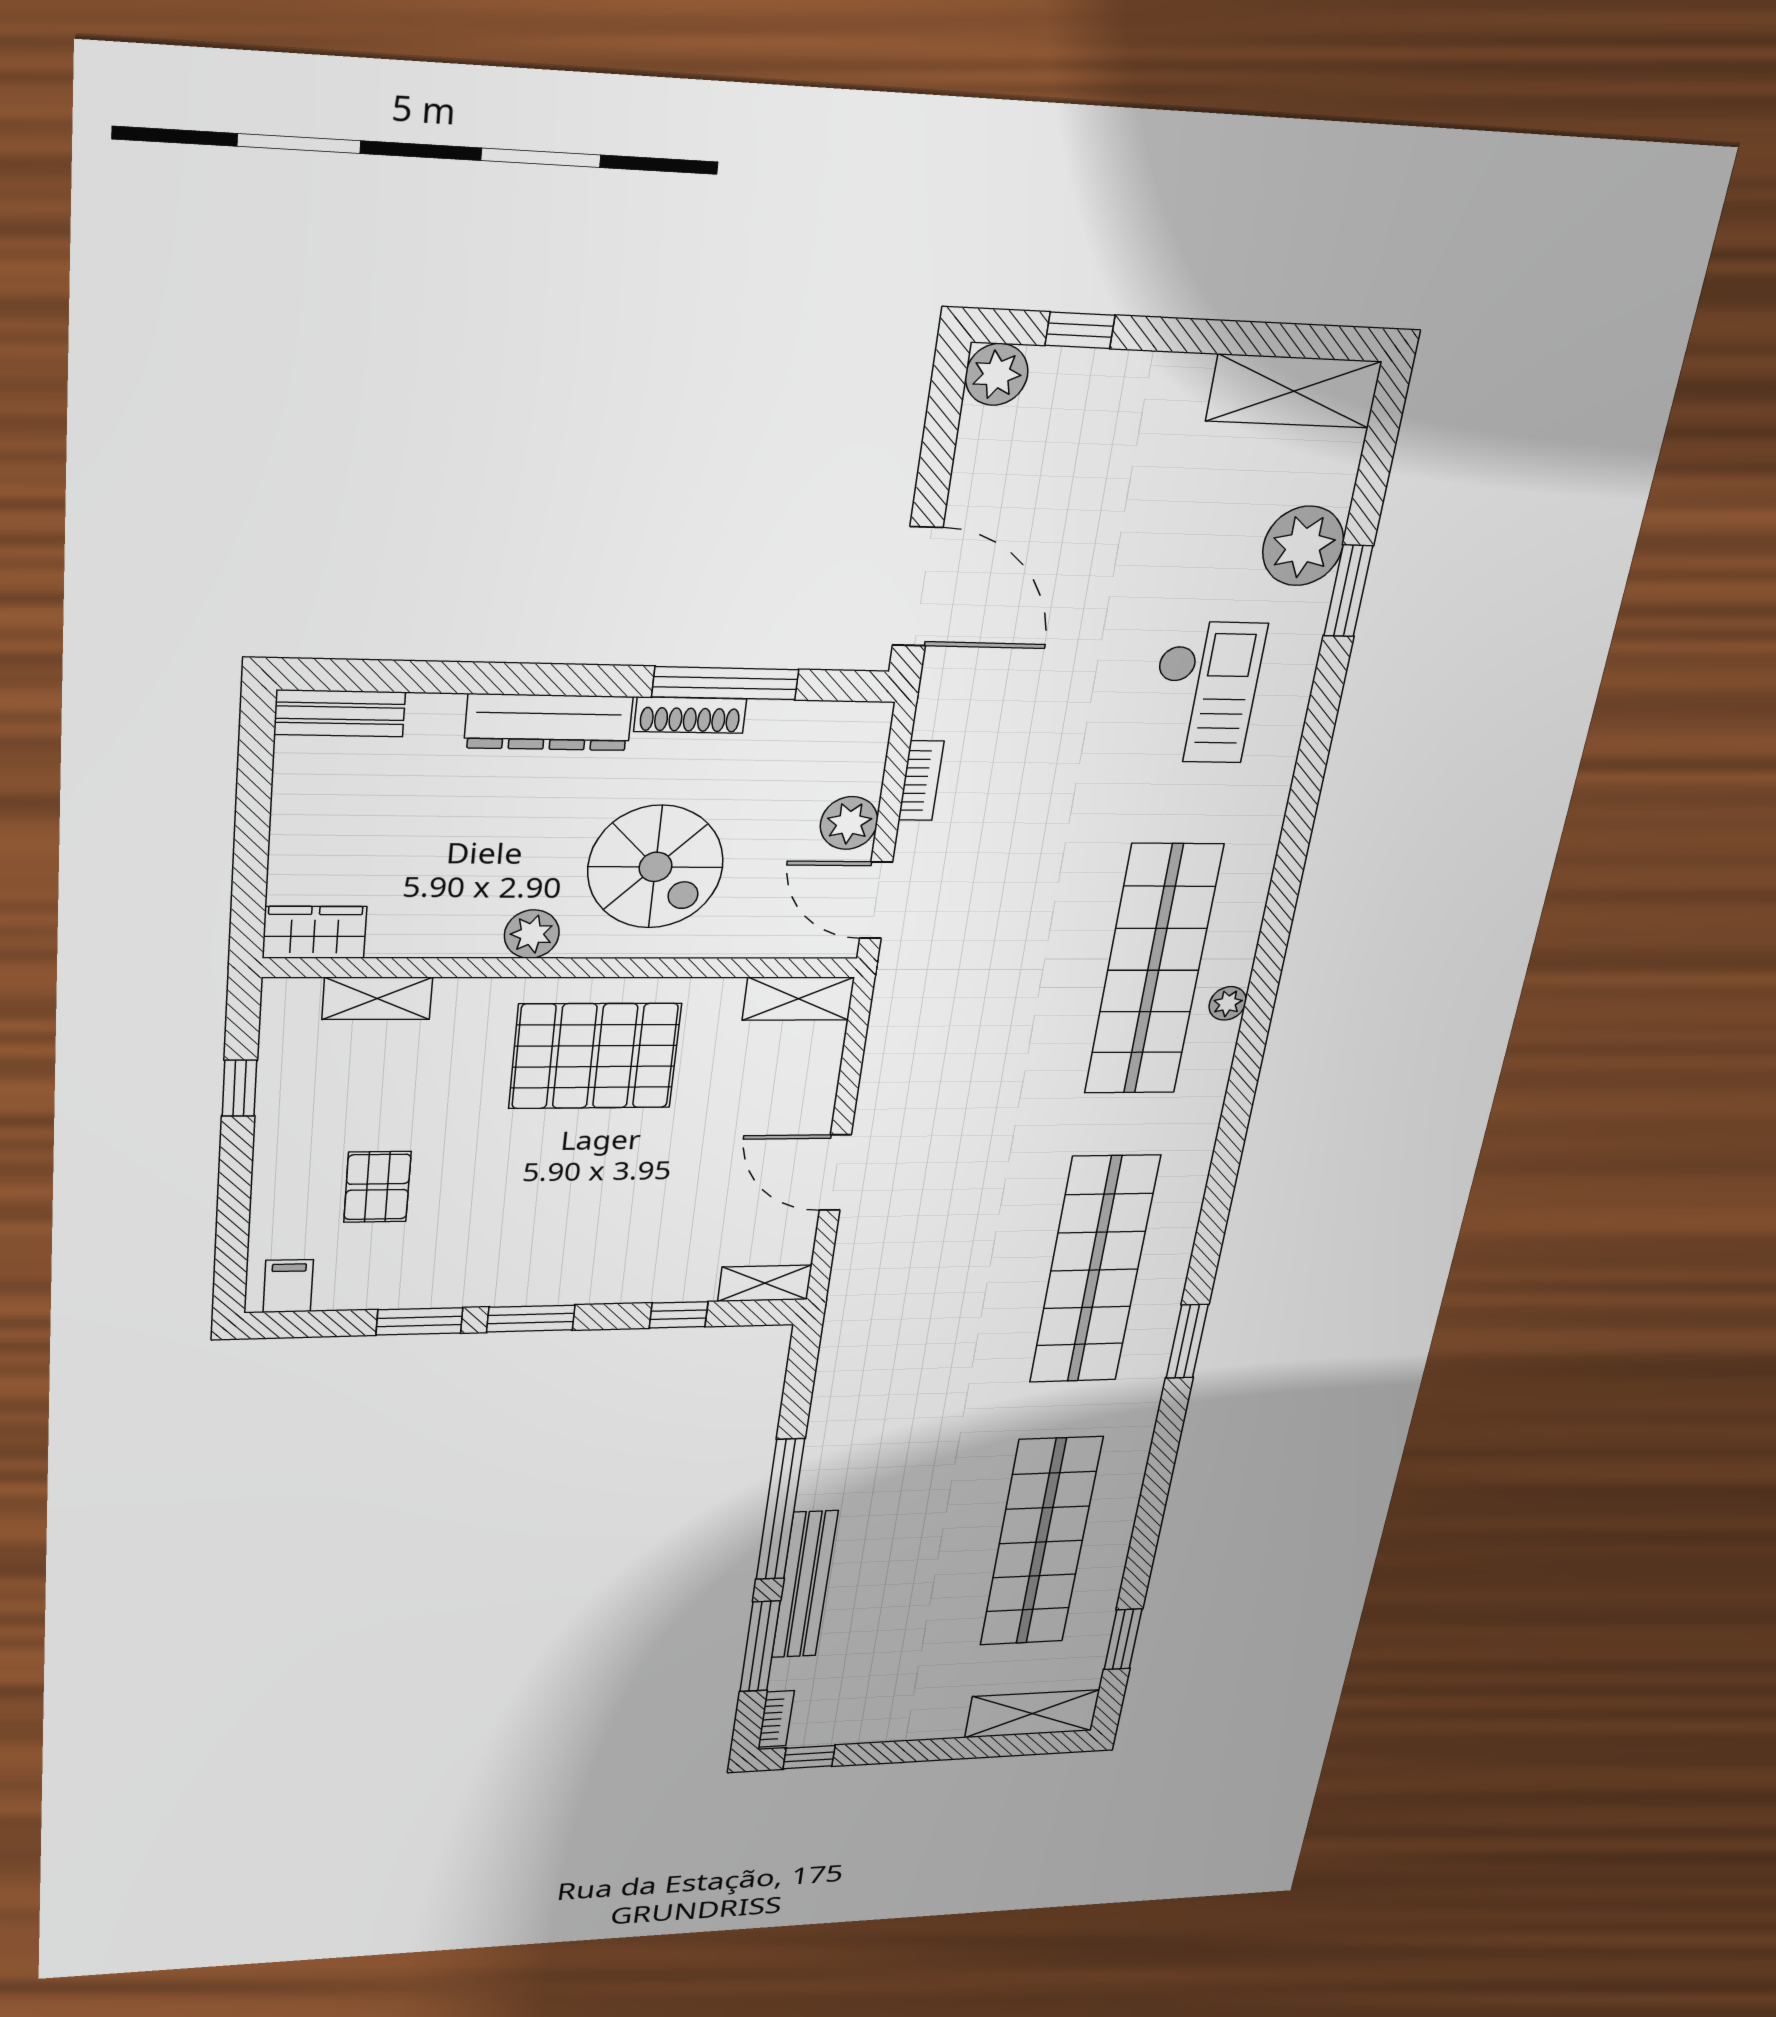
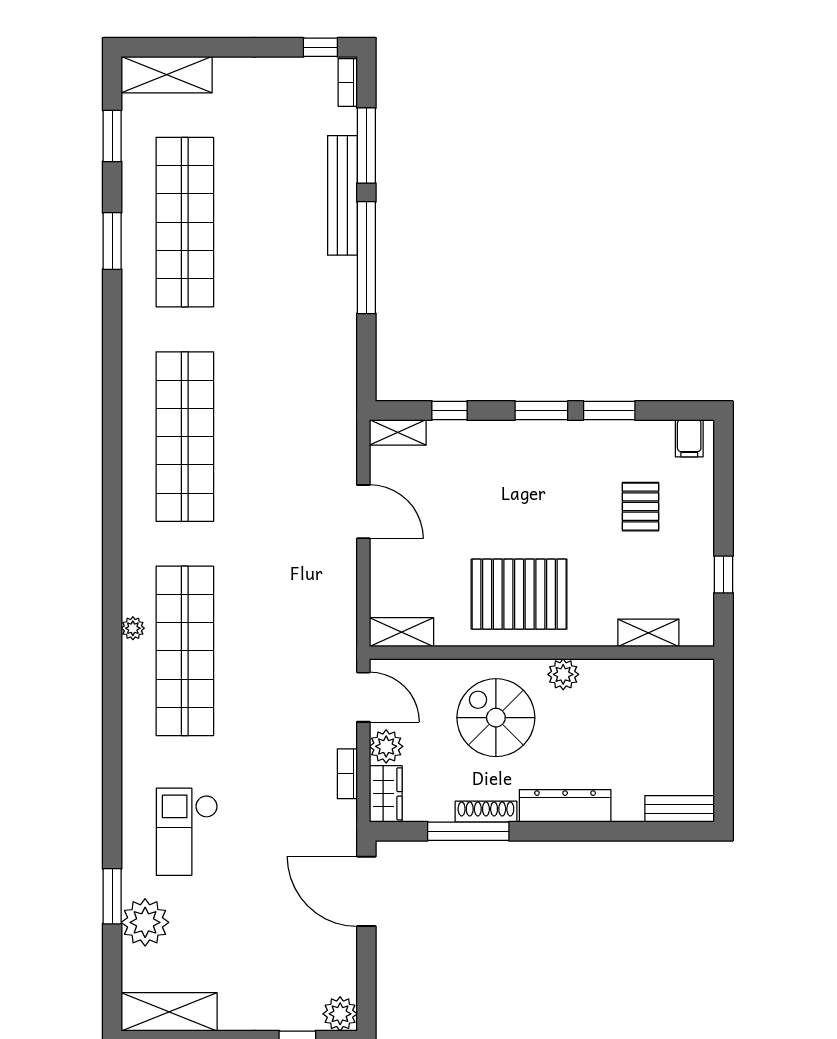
wardrobe: (314, 932) -> (386, 794), moved, turned -90
window: (1187, 1341) -> (112, 241), moved

